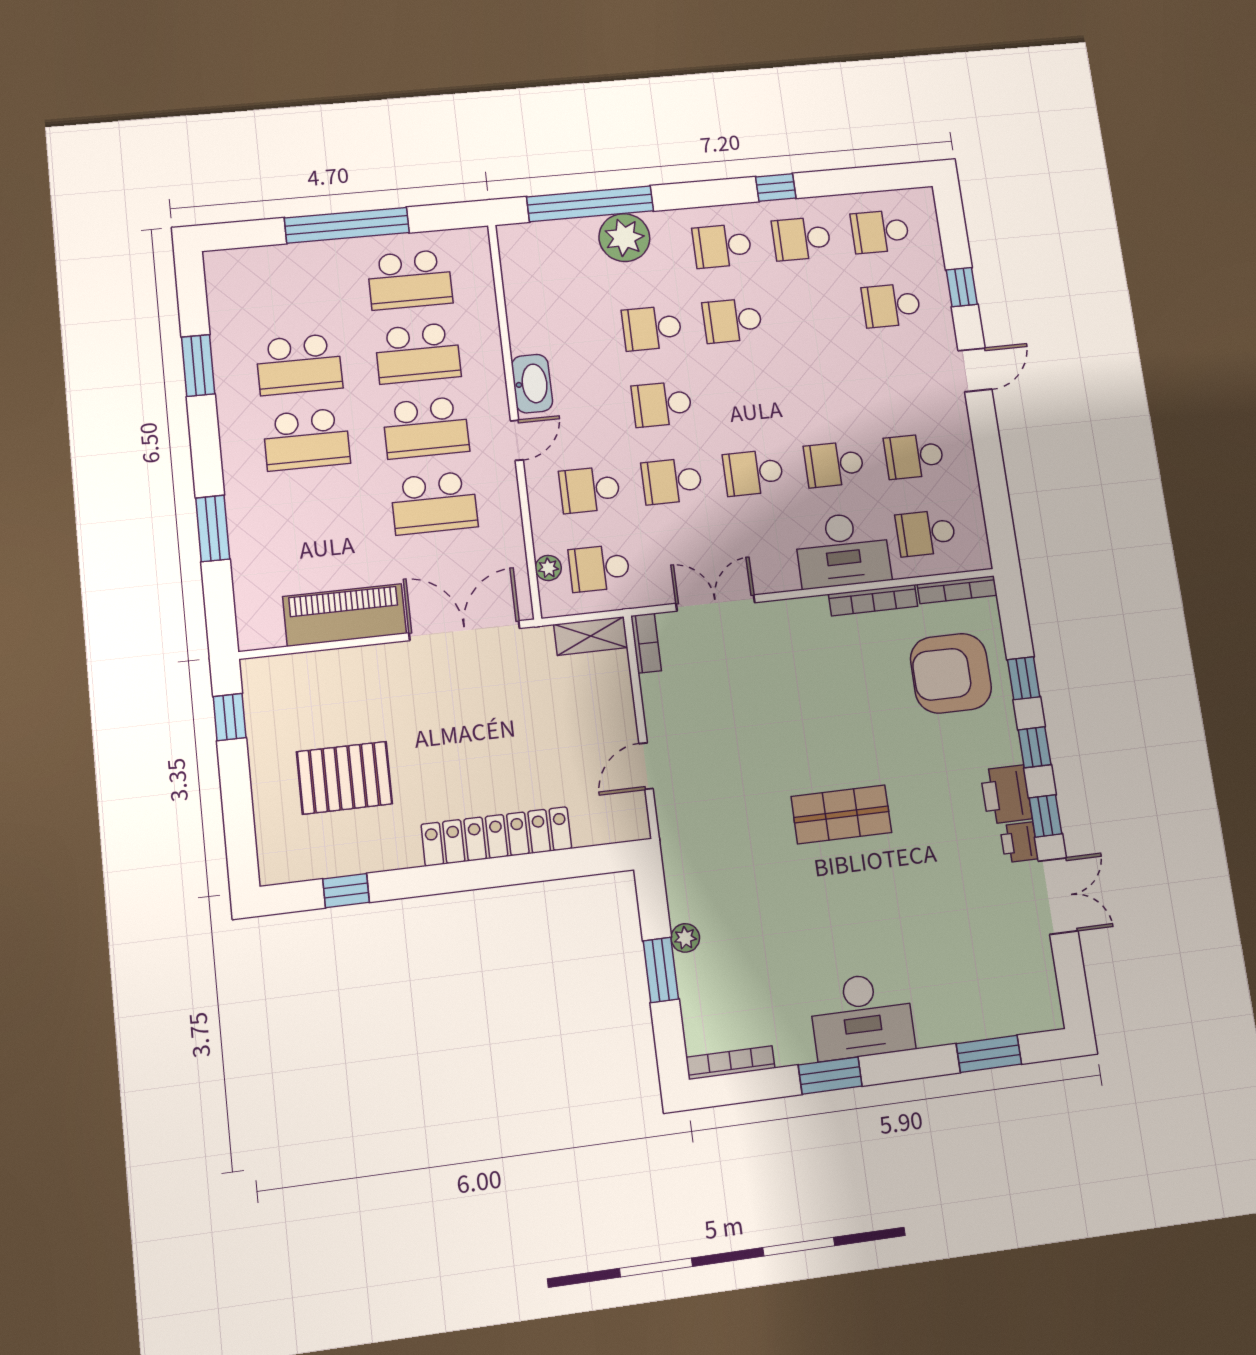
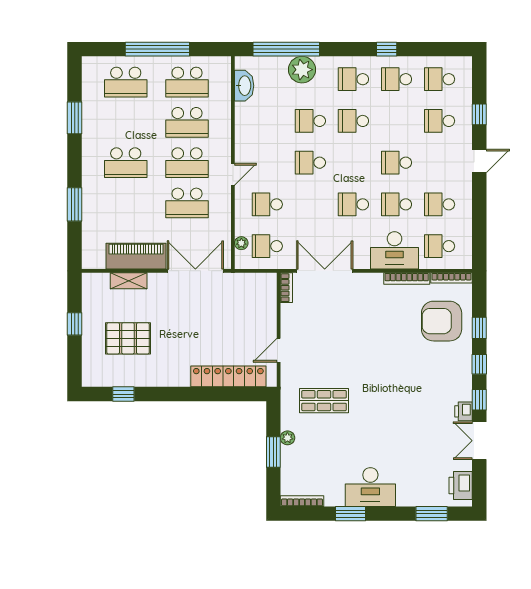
school desk: (299, 364) -> (126, 82), moved
washbasin: (532, 384) -> (244, 86), moved
school desk: (672, 481) -> (396, 163), moved
double door: (715, 603) -> (325, 271), width x1.37
shelving: (591, 636) -> (129, 281), moved
window: (230, 717) -> (75, 324), moved
printer: (1006, 794) -> (461, 485), moved
shop shelf: (841, 814) -> (324, 401), moved
locker: (497, 836) -> (228, 376), moved
double door: (1058, 896) -> (479, 441), swing flipped

